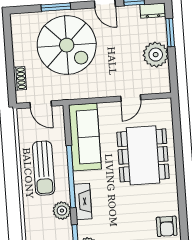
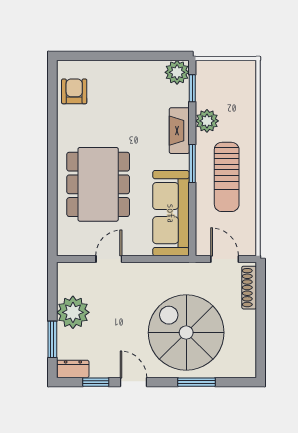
shoe rack: (20, 78) -> (249, 288), width x1.43
sun lounger: (44, 168) -> (227, 177), turned 180
window: (71, 177) -> (192, 164), width x0.47

